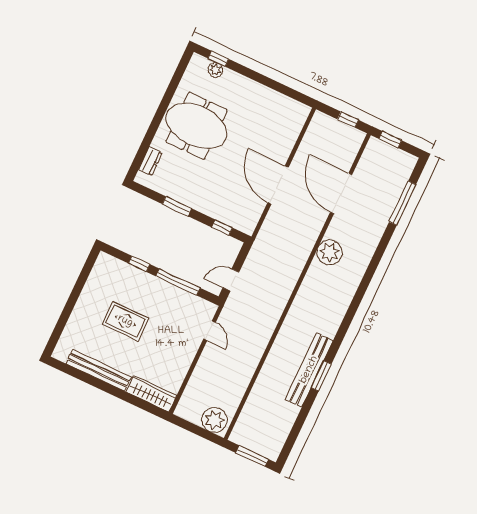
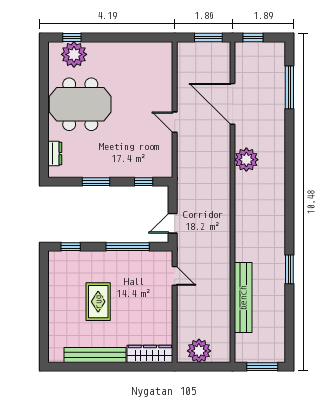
plant: (215, 70) -> (74, 54), width x1.88, depth x1.88
window: (348, 120) -> (208, 38), width x1.50
door: (278, 185) -> (175, 122), width x0.53
window: (139, 264) -> (71, 247), moved
rug: (125, 321) -> (98, 302), turned 90
bench: (309, 370) -> (243, 298), moved
plant: (214, 420) -> (199, 351), moved

